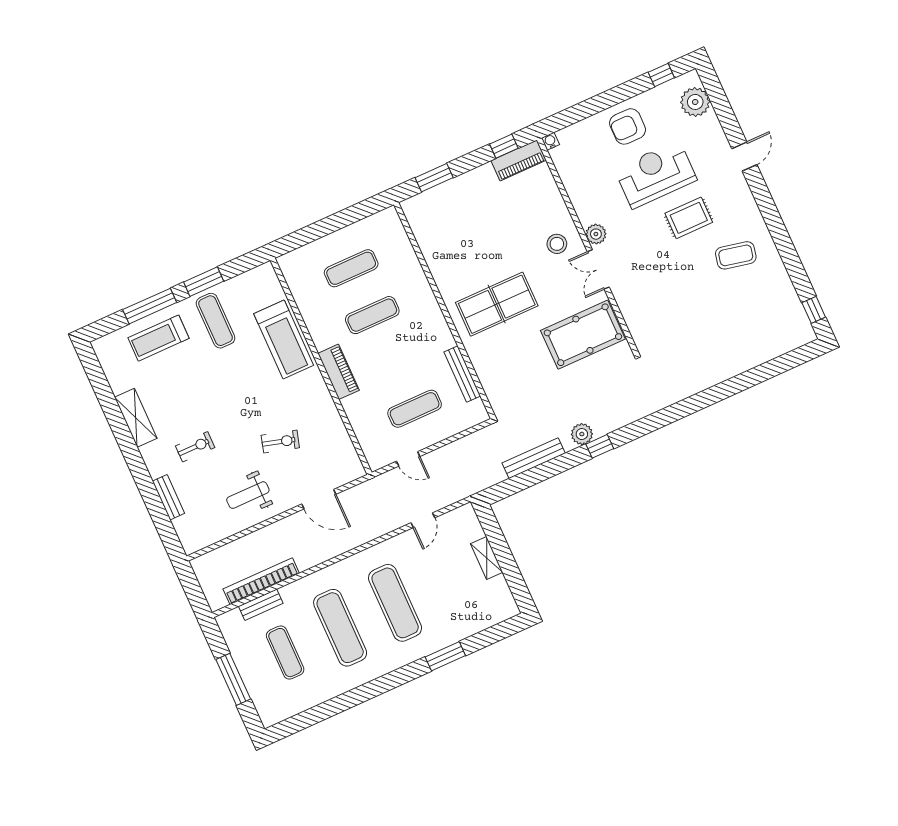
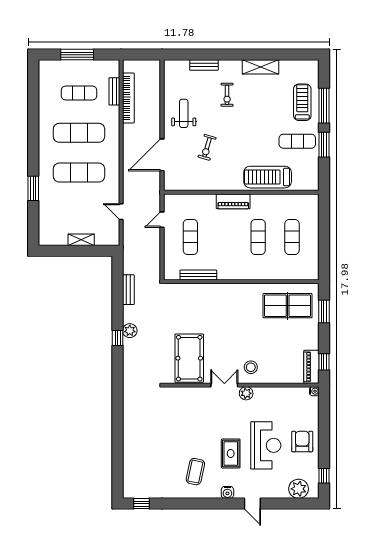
water cooler: (745, 198) -> (227, 492), added
table tennis table: (497, 304) -> (288, 306), moved, turned 90
bench: (534, 458) -> (128, 290), width x0.73
door: (319, 499) -> (162, 155), width x1.36

